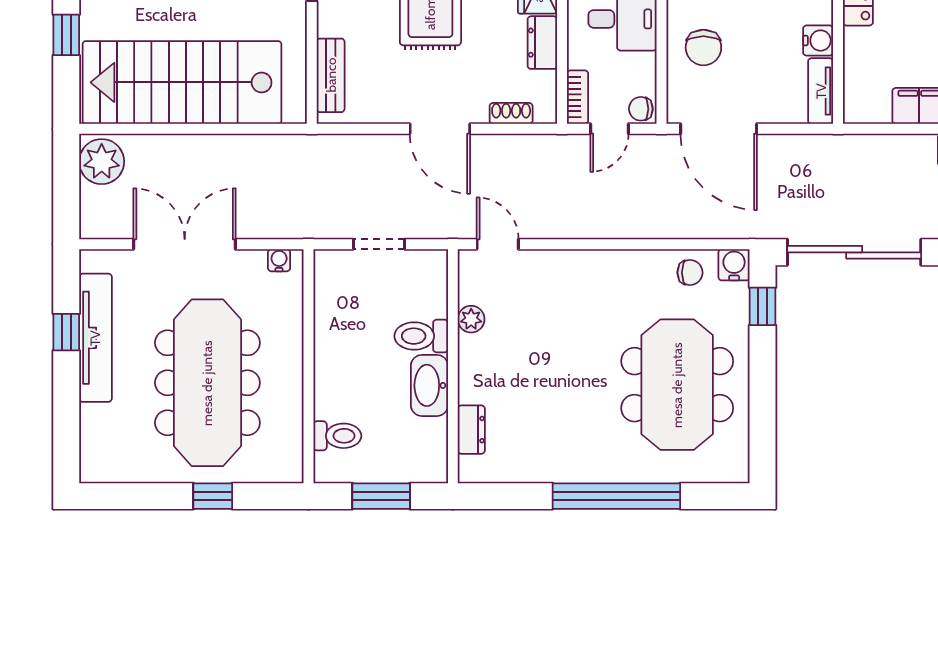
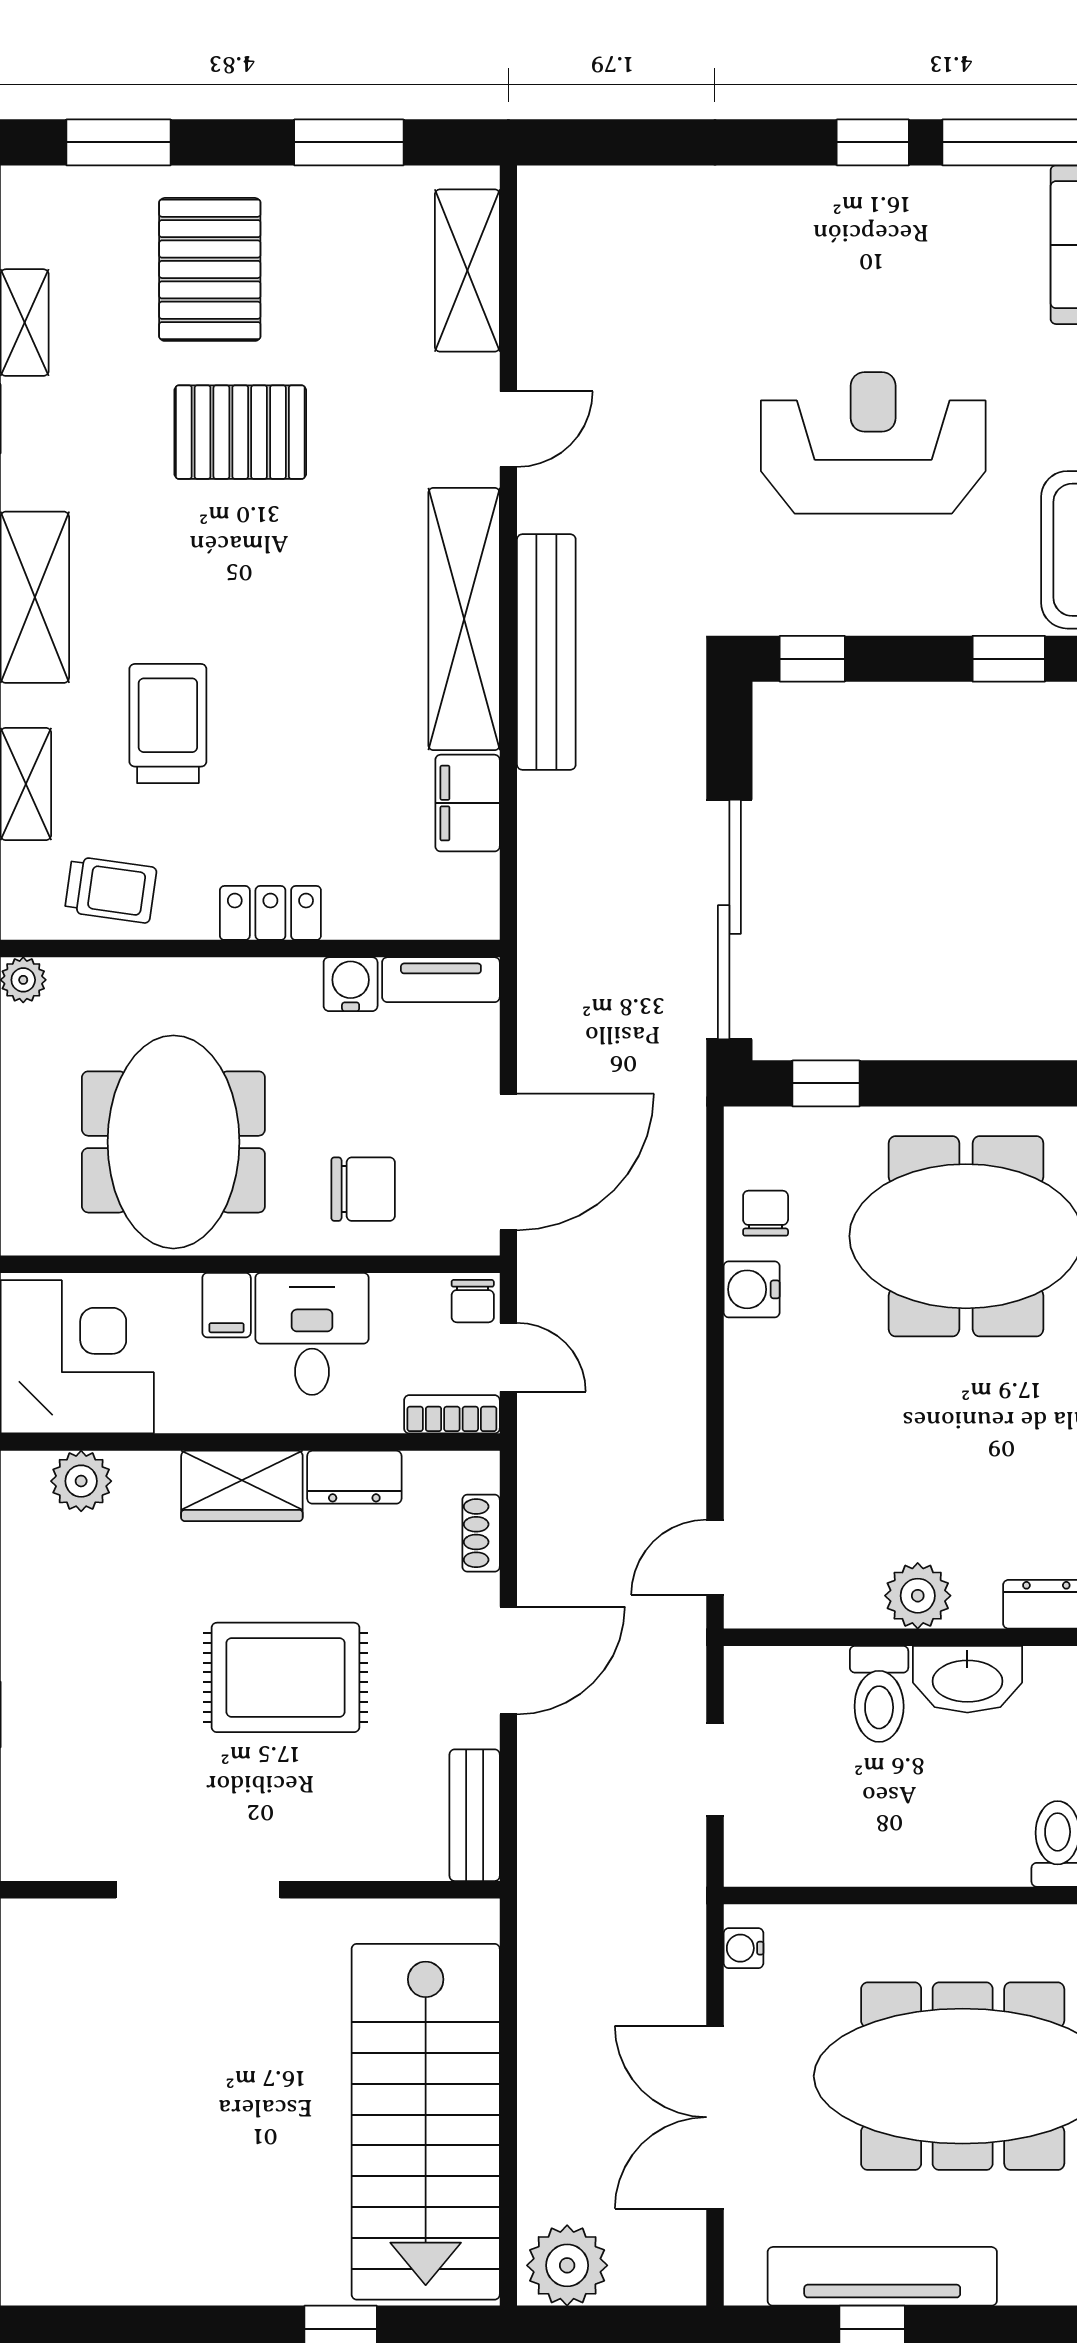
bench: (331, 75) -> (475, 1815), moved, turned 90
water cooler: (734, 265) -> (752, 1289), moved
plant: (471, 319) -> (918, 1596), moved, width x1.38, depth x1.38

